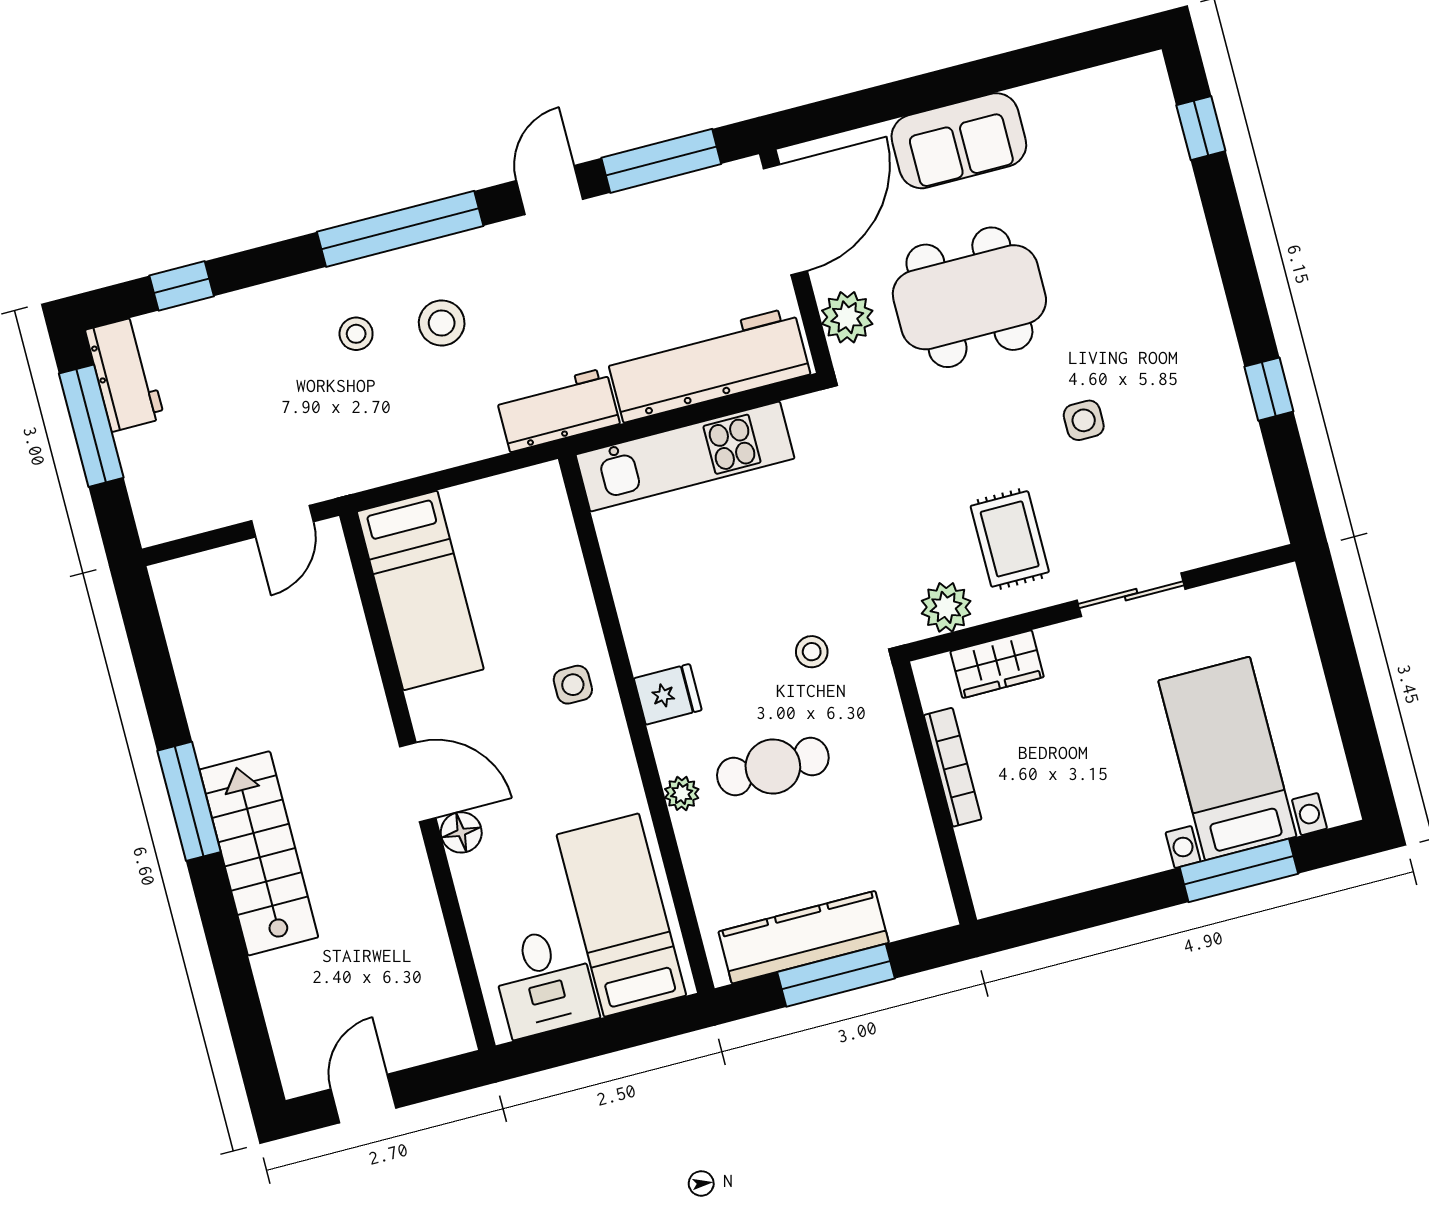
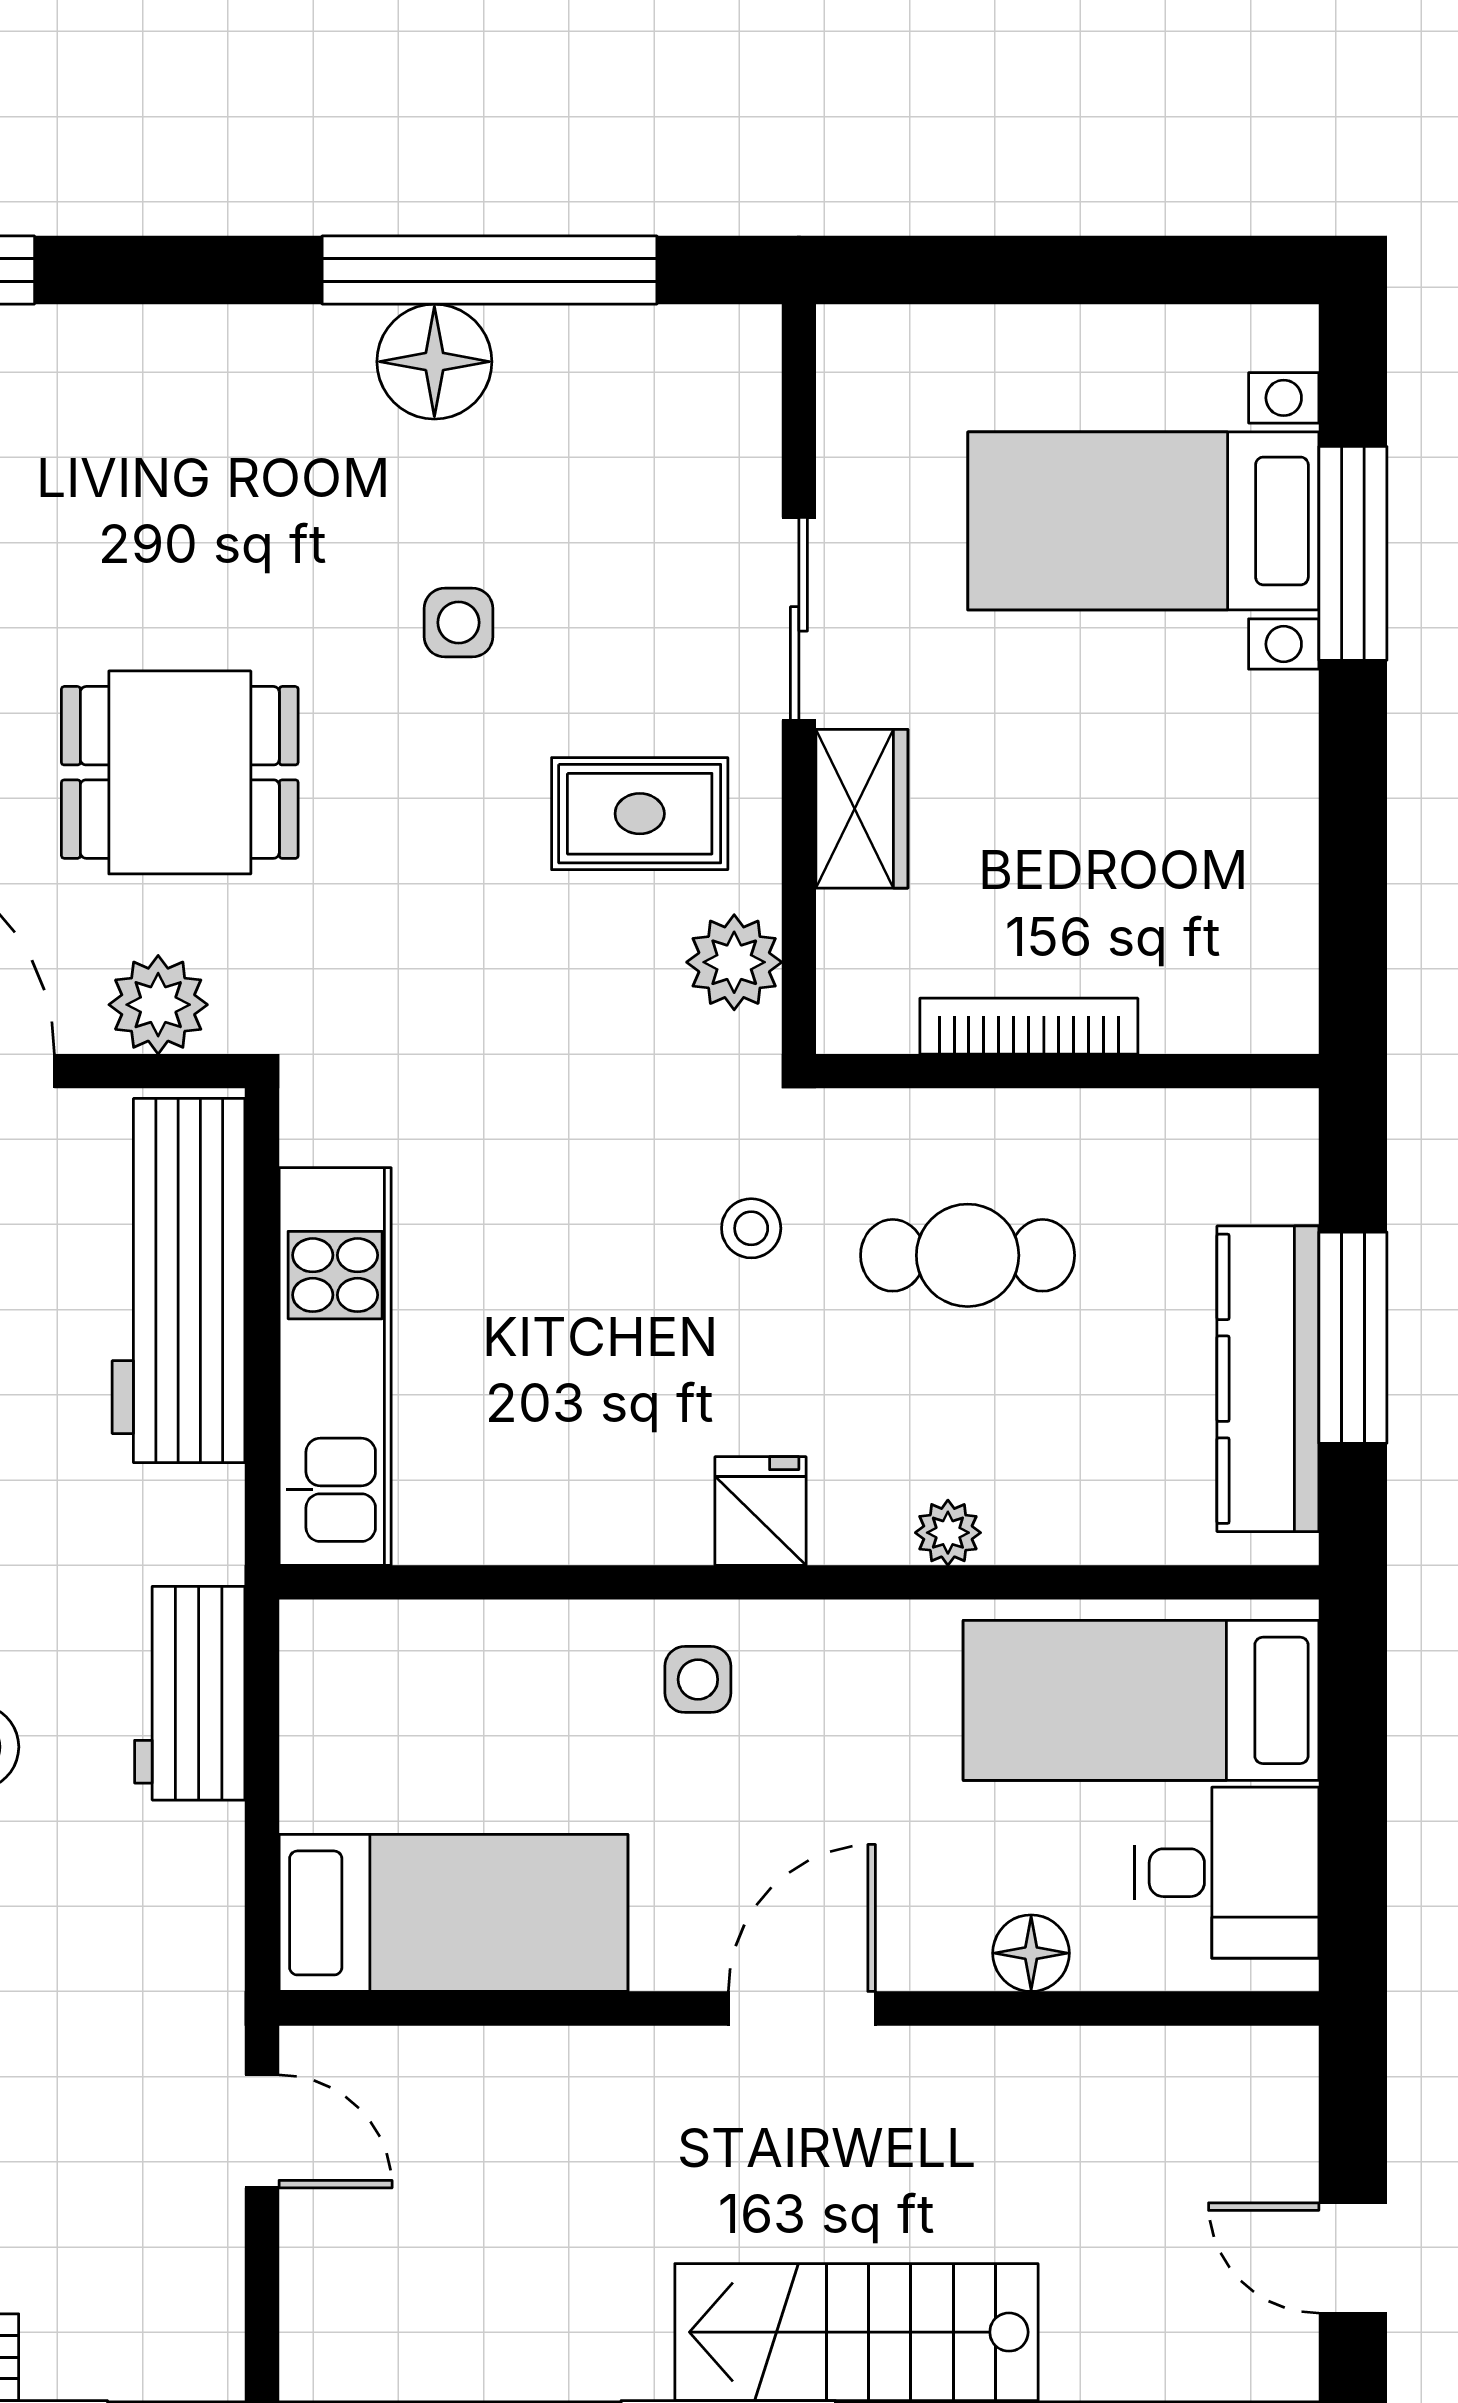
dining table: (969, 297) -> (180, 772), width x0.73
floor lamp: (1214, 373) -> (434, 362), added
window: (1269, 389) -> (489, 270), width x3.17
workbench: (558, 410) -> (190, 1693), moved
wardrobe: (997, 664) -> (862, 809), moved
cafe table: (773, 767) -> (968, 1255), moved, turned 90
floor lamp: (461, 832) -> (1031, 1953), moved

